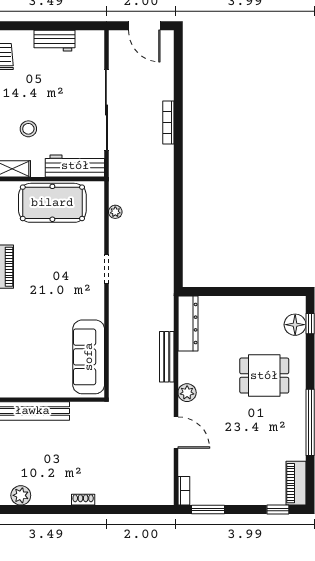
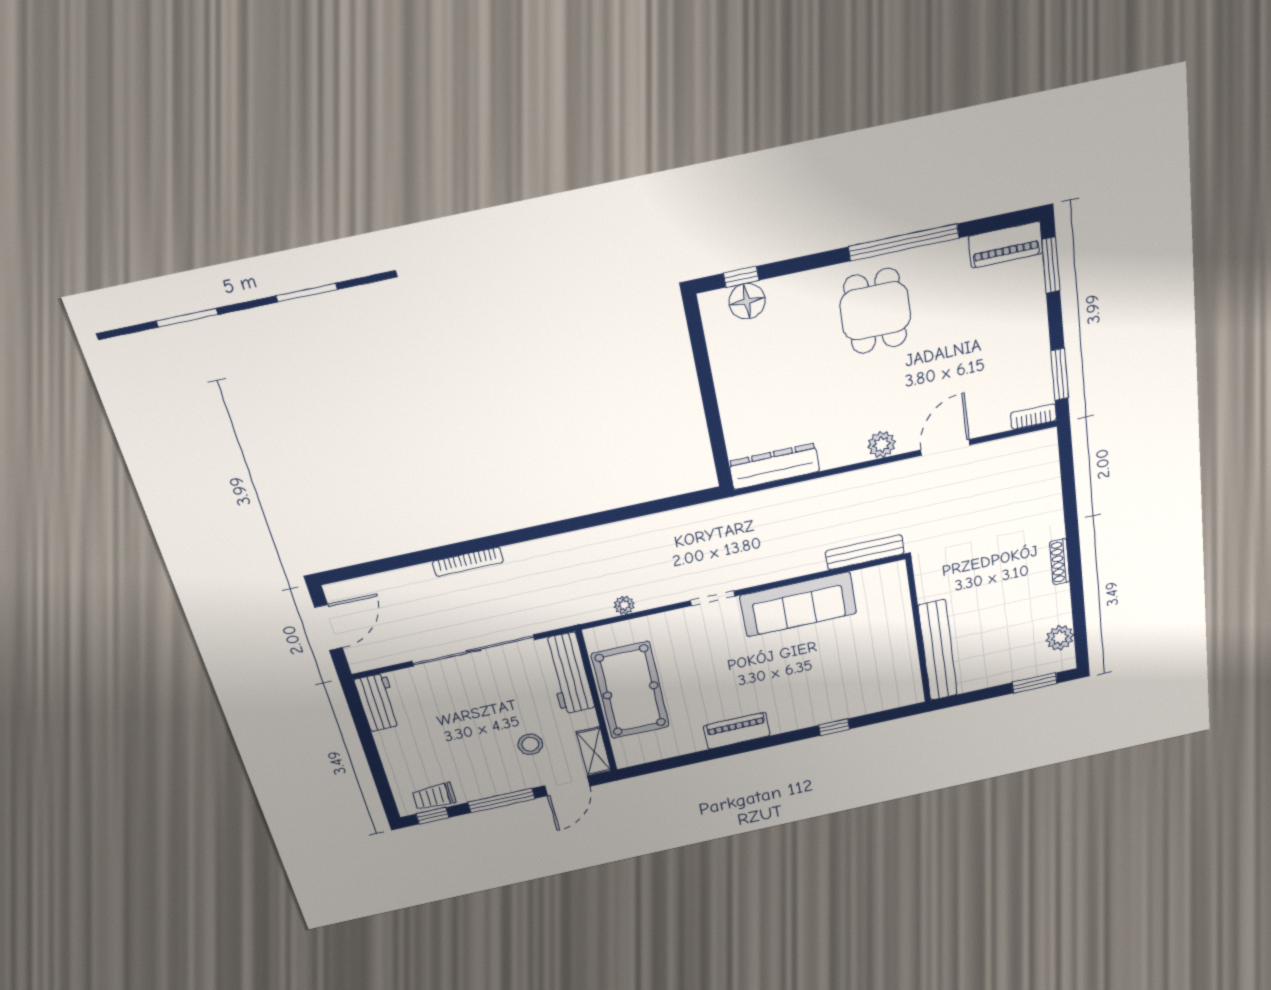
workbench: (54, 41) -> (378, 702), moved
sofa: (89, 357) -> (798, 604), moved
bench: (167, 357) -> (865, 552), moved
dining table: (264, 376) -> (875, 311), moved
shoe rack: (83, 500) -> (1060, 562), width x1.43
window: (278, 510) -> (1051, 265), width x1.50

